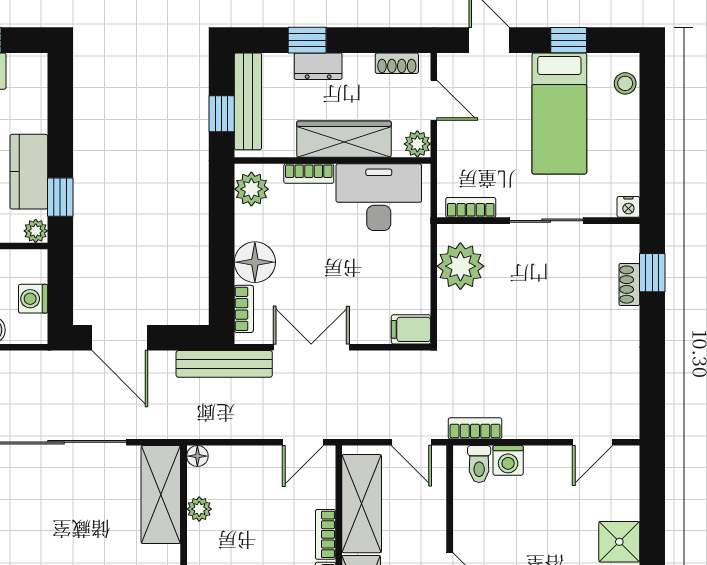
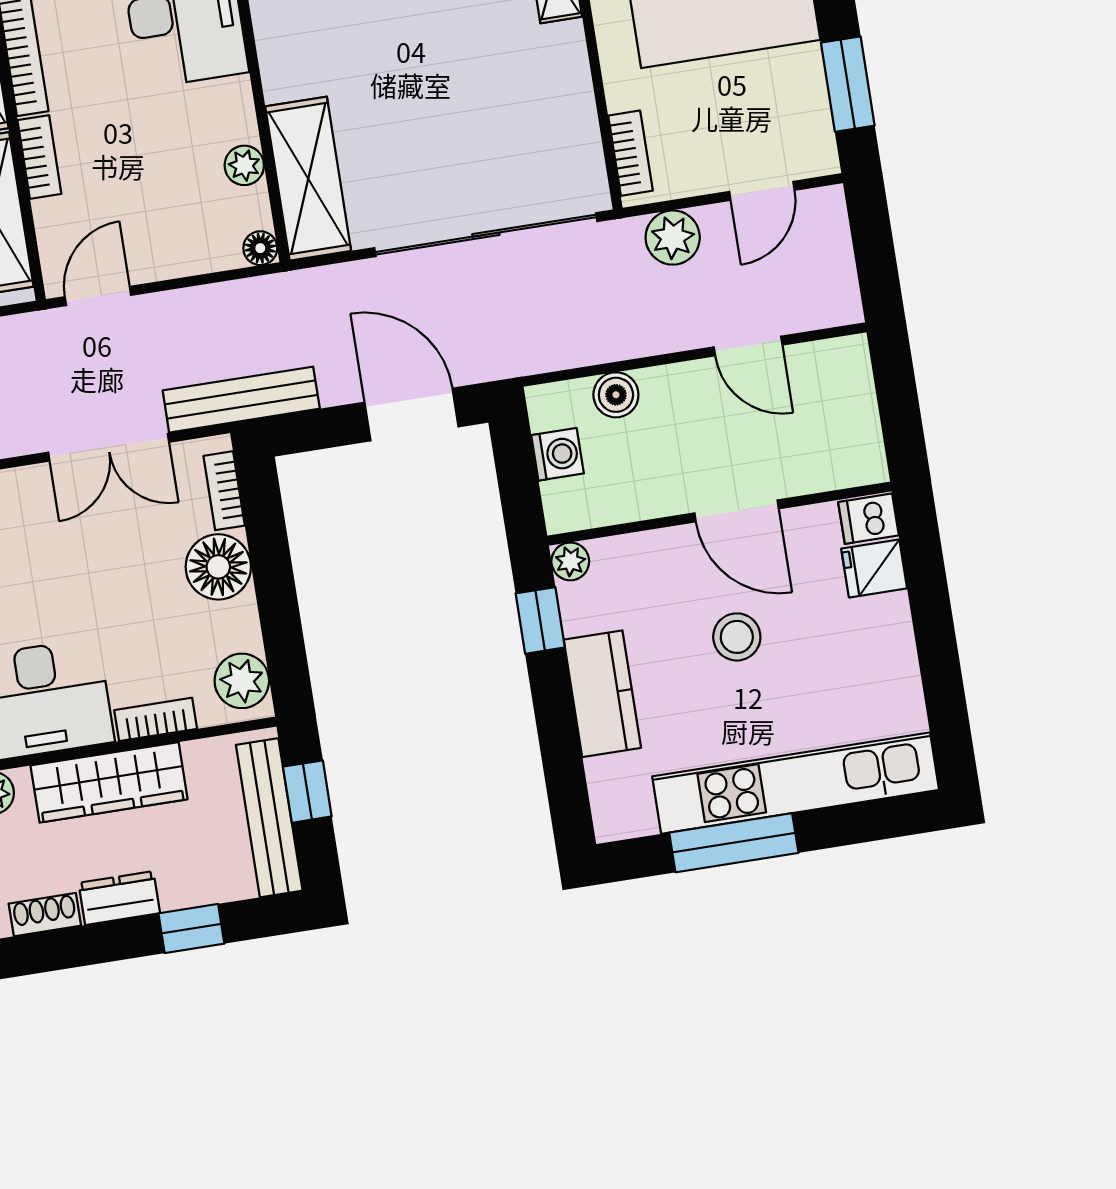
dresser: (318, 66) -> (119, 898), moved
kitchen counter: (29, 172) -> (602, 694), moved

